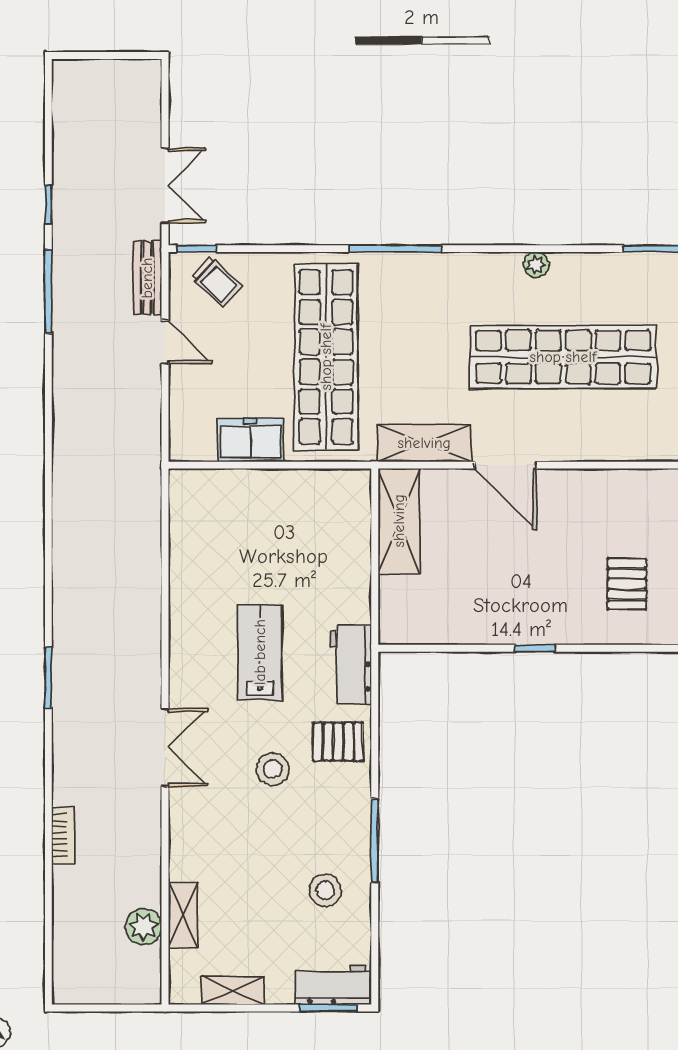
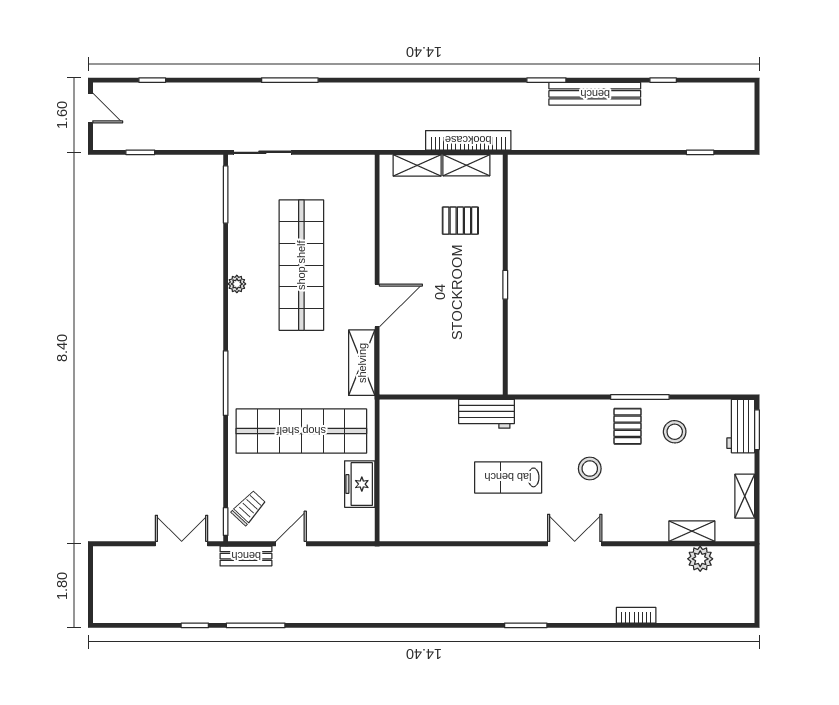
shelving: (399, 521) -> (416, 380), removed
workbench: (351, 665) -> (487, 414), moved
pallet: (338, 742) -> (628, 426), moved

